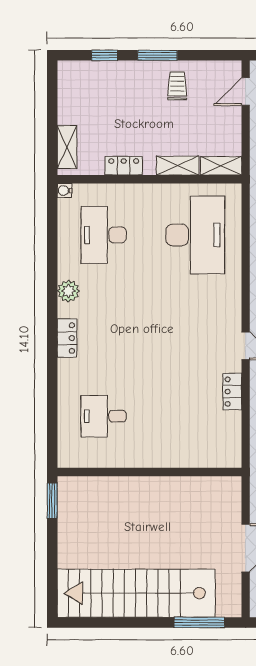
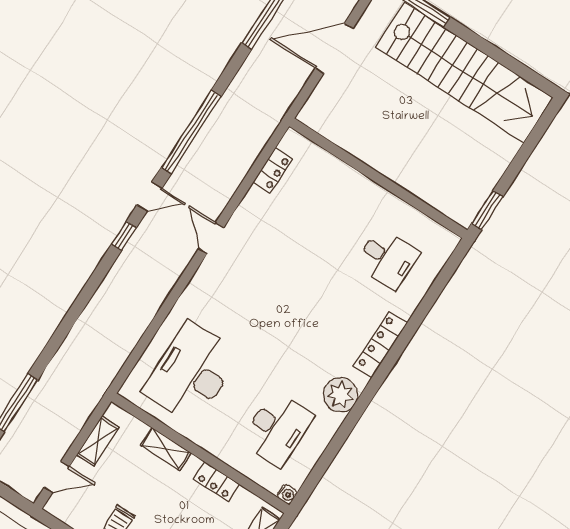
shelving: (221, 166) -> (98, 441), moved, turned 90
plant: (68, 291) -> (341, 395), width x1.36, depth x1.36
locker: (67, 338) -> (381, 345), width x1.53
locker: (232, 392) -> (273, 170), moved

